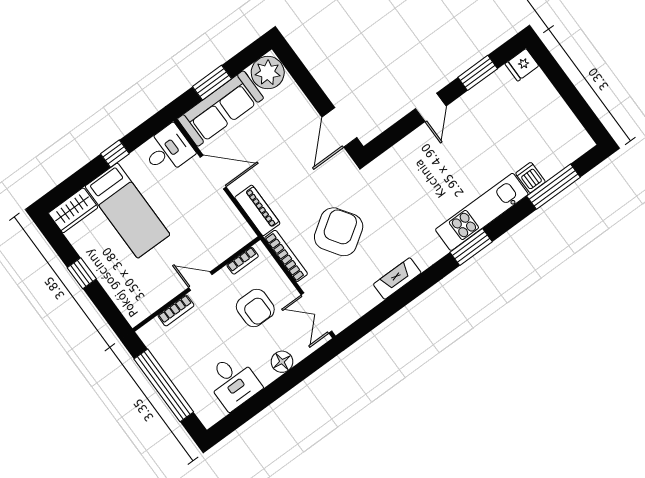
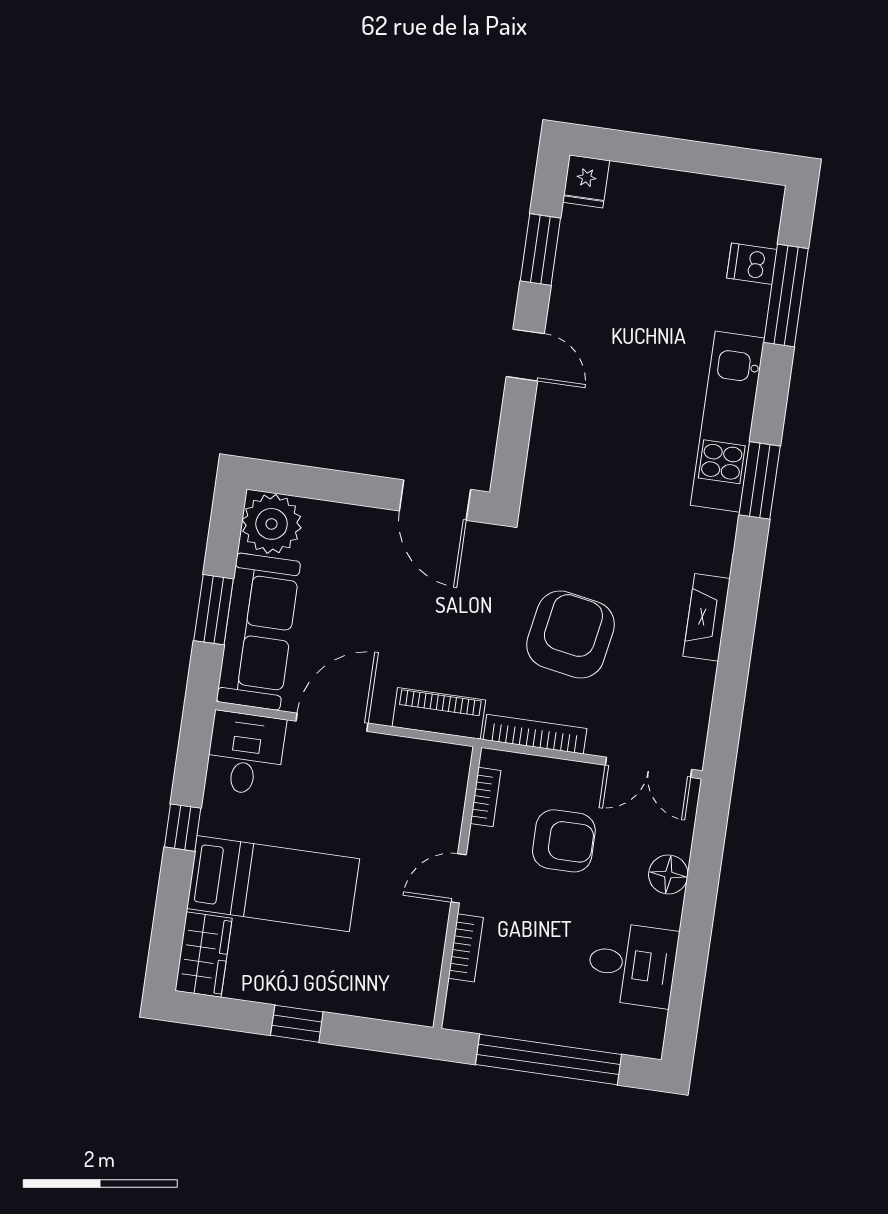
dishwasher: (530, 178) -> (752, 264), moved
armchair: (339, 232) -> (571, 635), turned 44

